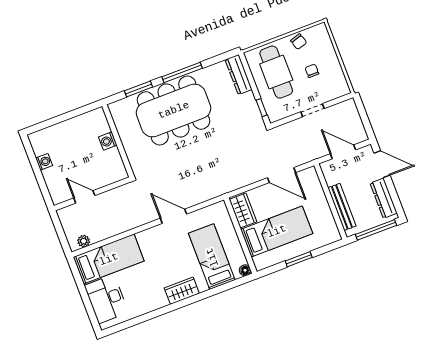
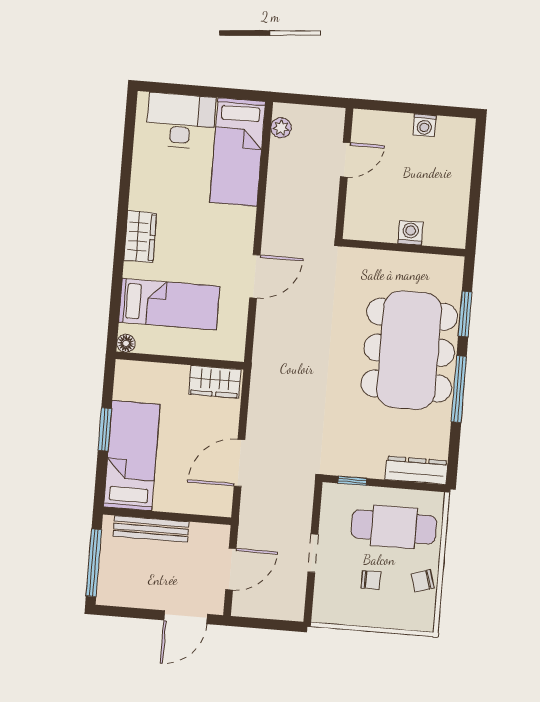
dresser: (384, 198) -> (135, 596), removed
bed: (277, 231) -> (132, 456), moved, turned 180

